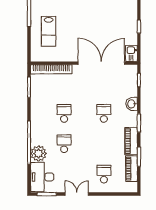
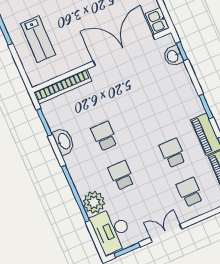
washbasin: (132, 104) -> (173, 56), moved
washbasin: (36, 105) -> (64, 141), added
school desk: (104, 113) -> (173, 153), moved

